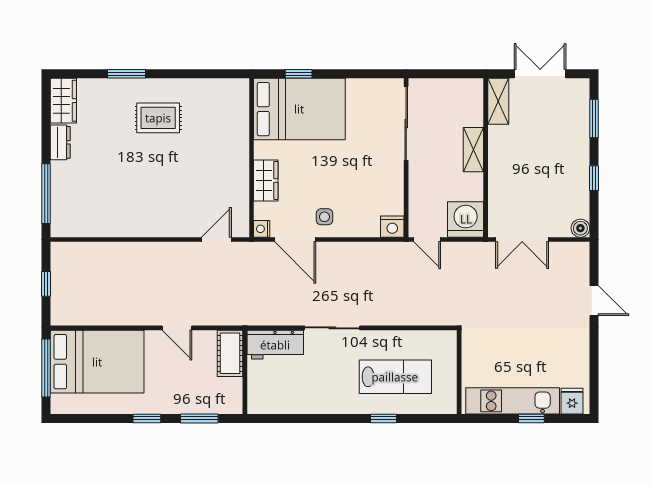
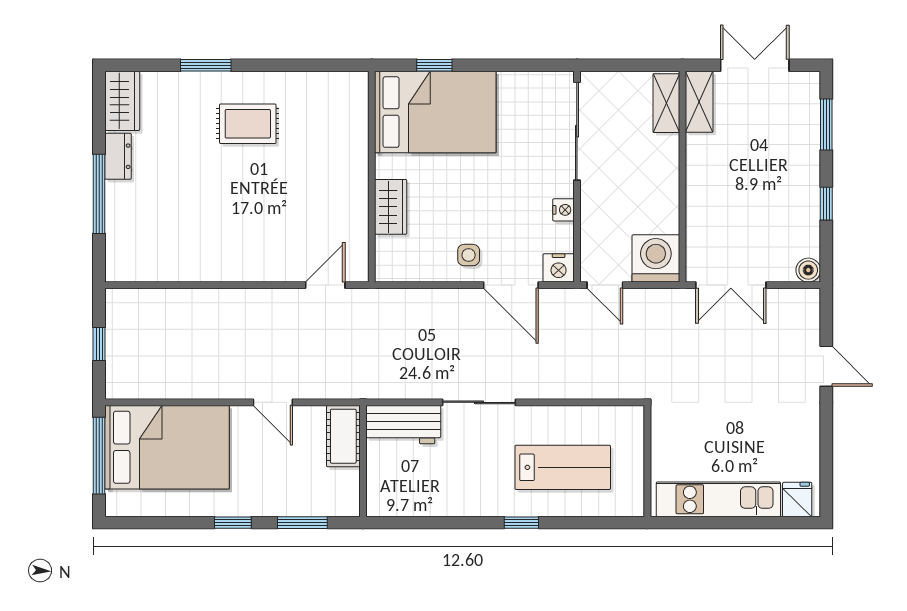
shelving: (473, 150) -> (666, 103), moved
window: (46, 194) -> (99, 194), moved
nightstand: (262, 229) -> (563, 210), moved, turned 180
door: (295, 240) -> (511, 285), moved
window: (383, 418) -> (521, 523), moved
window: (531, 418) -> (743, 523), removed

